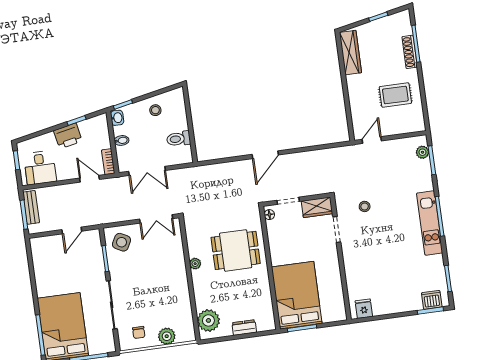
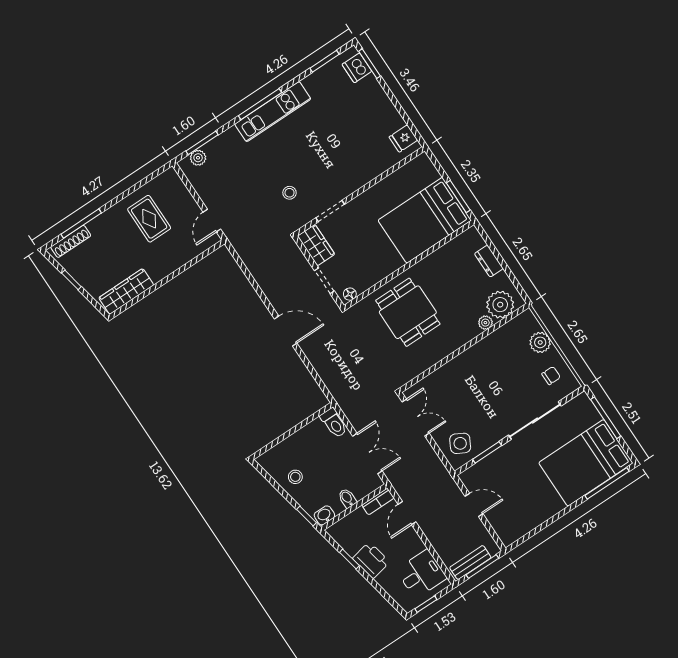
shoe rack: (410, 52) -> (71, 241), moved
toilet: (179, 139) -> (334, 423), moved
door: (372, 140) -> (212, 221), hinge flipped
plant: (195, 264) -> (485, 323), moved

